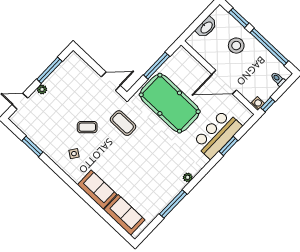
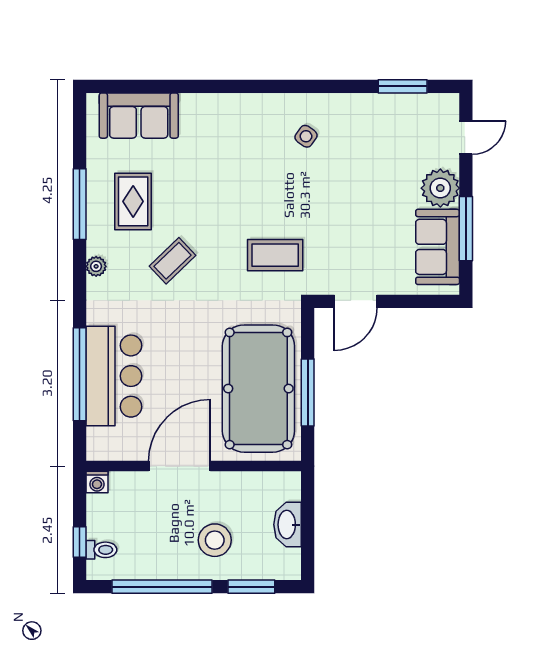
plant: (42, 89) -> (440, 188), width x1.87, depth x1.87
pool table: (170, 103) -> (258, 389), moved, turned 90
window: (268, 105) -> (80, 542), moved
coffee table: (87, 127) -> (173, 261), moved
window: (32, 146) -> (403, 86), moved
window: (228, 146) -> (80, 374), width x2.11
rug: (154, 187) -> (133, 201), added
sofa: (97, 190) -> (438, 247), moved, turned 90

